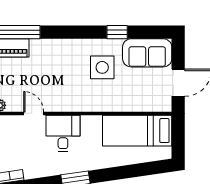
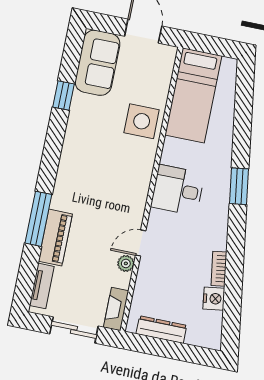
side table: (102, 67) -> (142, 121), moved
door: (34, 113) -> (141, 243), moved

